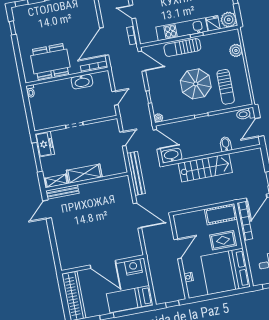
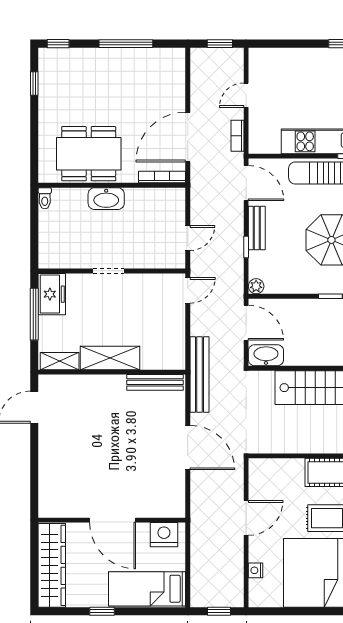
door: (132, 12) -> (246, 95), hinge flipped
washbasin: (82, 82) -> (106, 199), moved
bench: (153, 85) -> (257, 228), added
door: (123, 139) -> (188, 290), moved
bench: (62, 192) -> (155, 382), moved

